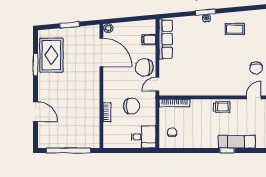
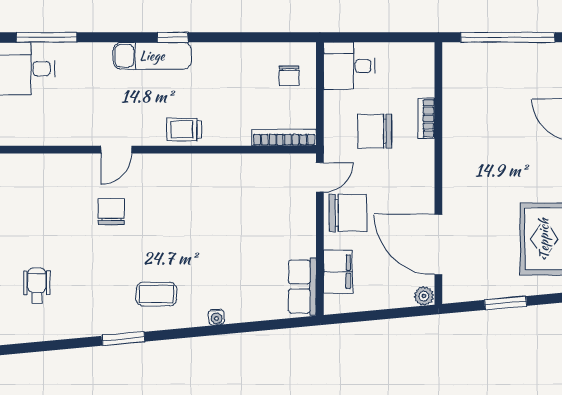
window: (205, 12) -> (123, 339), moved
row of seats: (166, 39) -> (302, 286), width x0.68
filing cabinet: (149, 40) -> (338, 272), width x2.00

